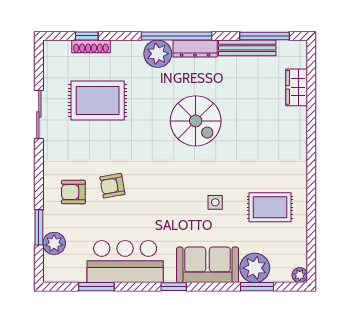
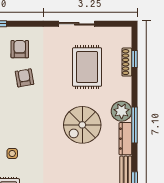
window: (177, 36) -> (135, 125), width x0.68
spiral stairs: (196, 121) -> (82, 125), moved

